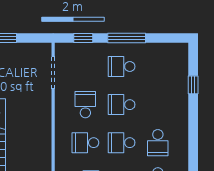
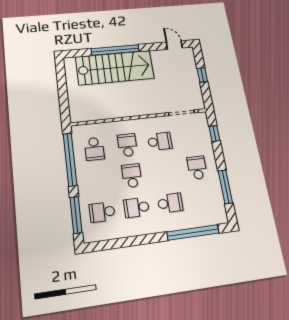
window: (127, 38) -> (225, 187), moved
window: (193, 85) -> (193, 232), width x3.17
school desk: (122, 105) -> (170, 203), moved, turned 90

